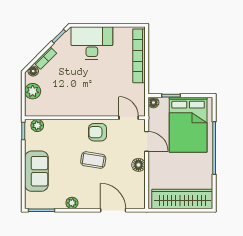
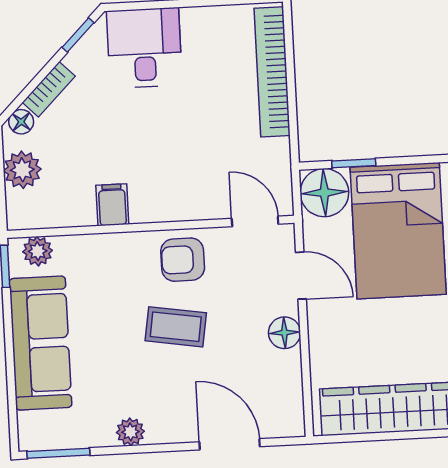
desk: (92, 43) -> (144, 48), width x0.73
floor lamp: (153, 103) -> (324, 193), width x1.89, depth x1.89
filing cabinet: (69, 108) -> (112, 205), added
sofa: (36, 171) -> (40, 343), width x1.36

